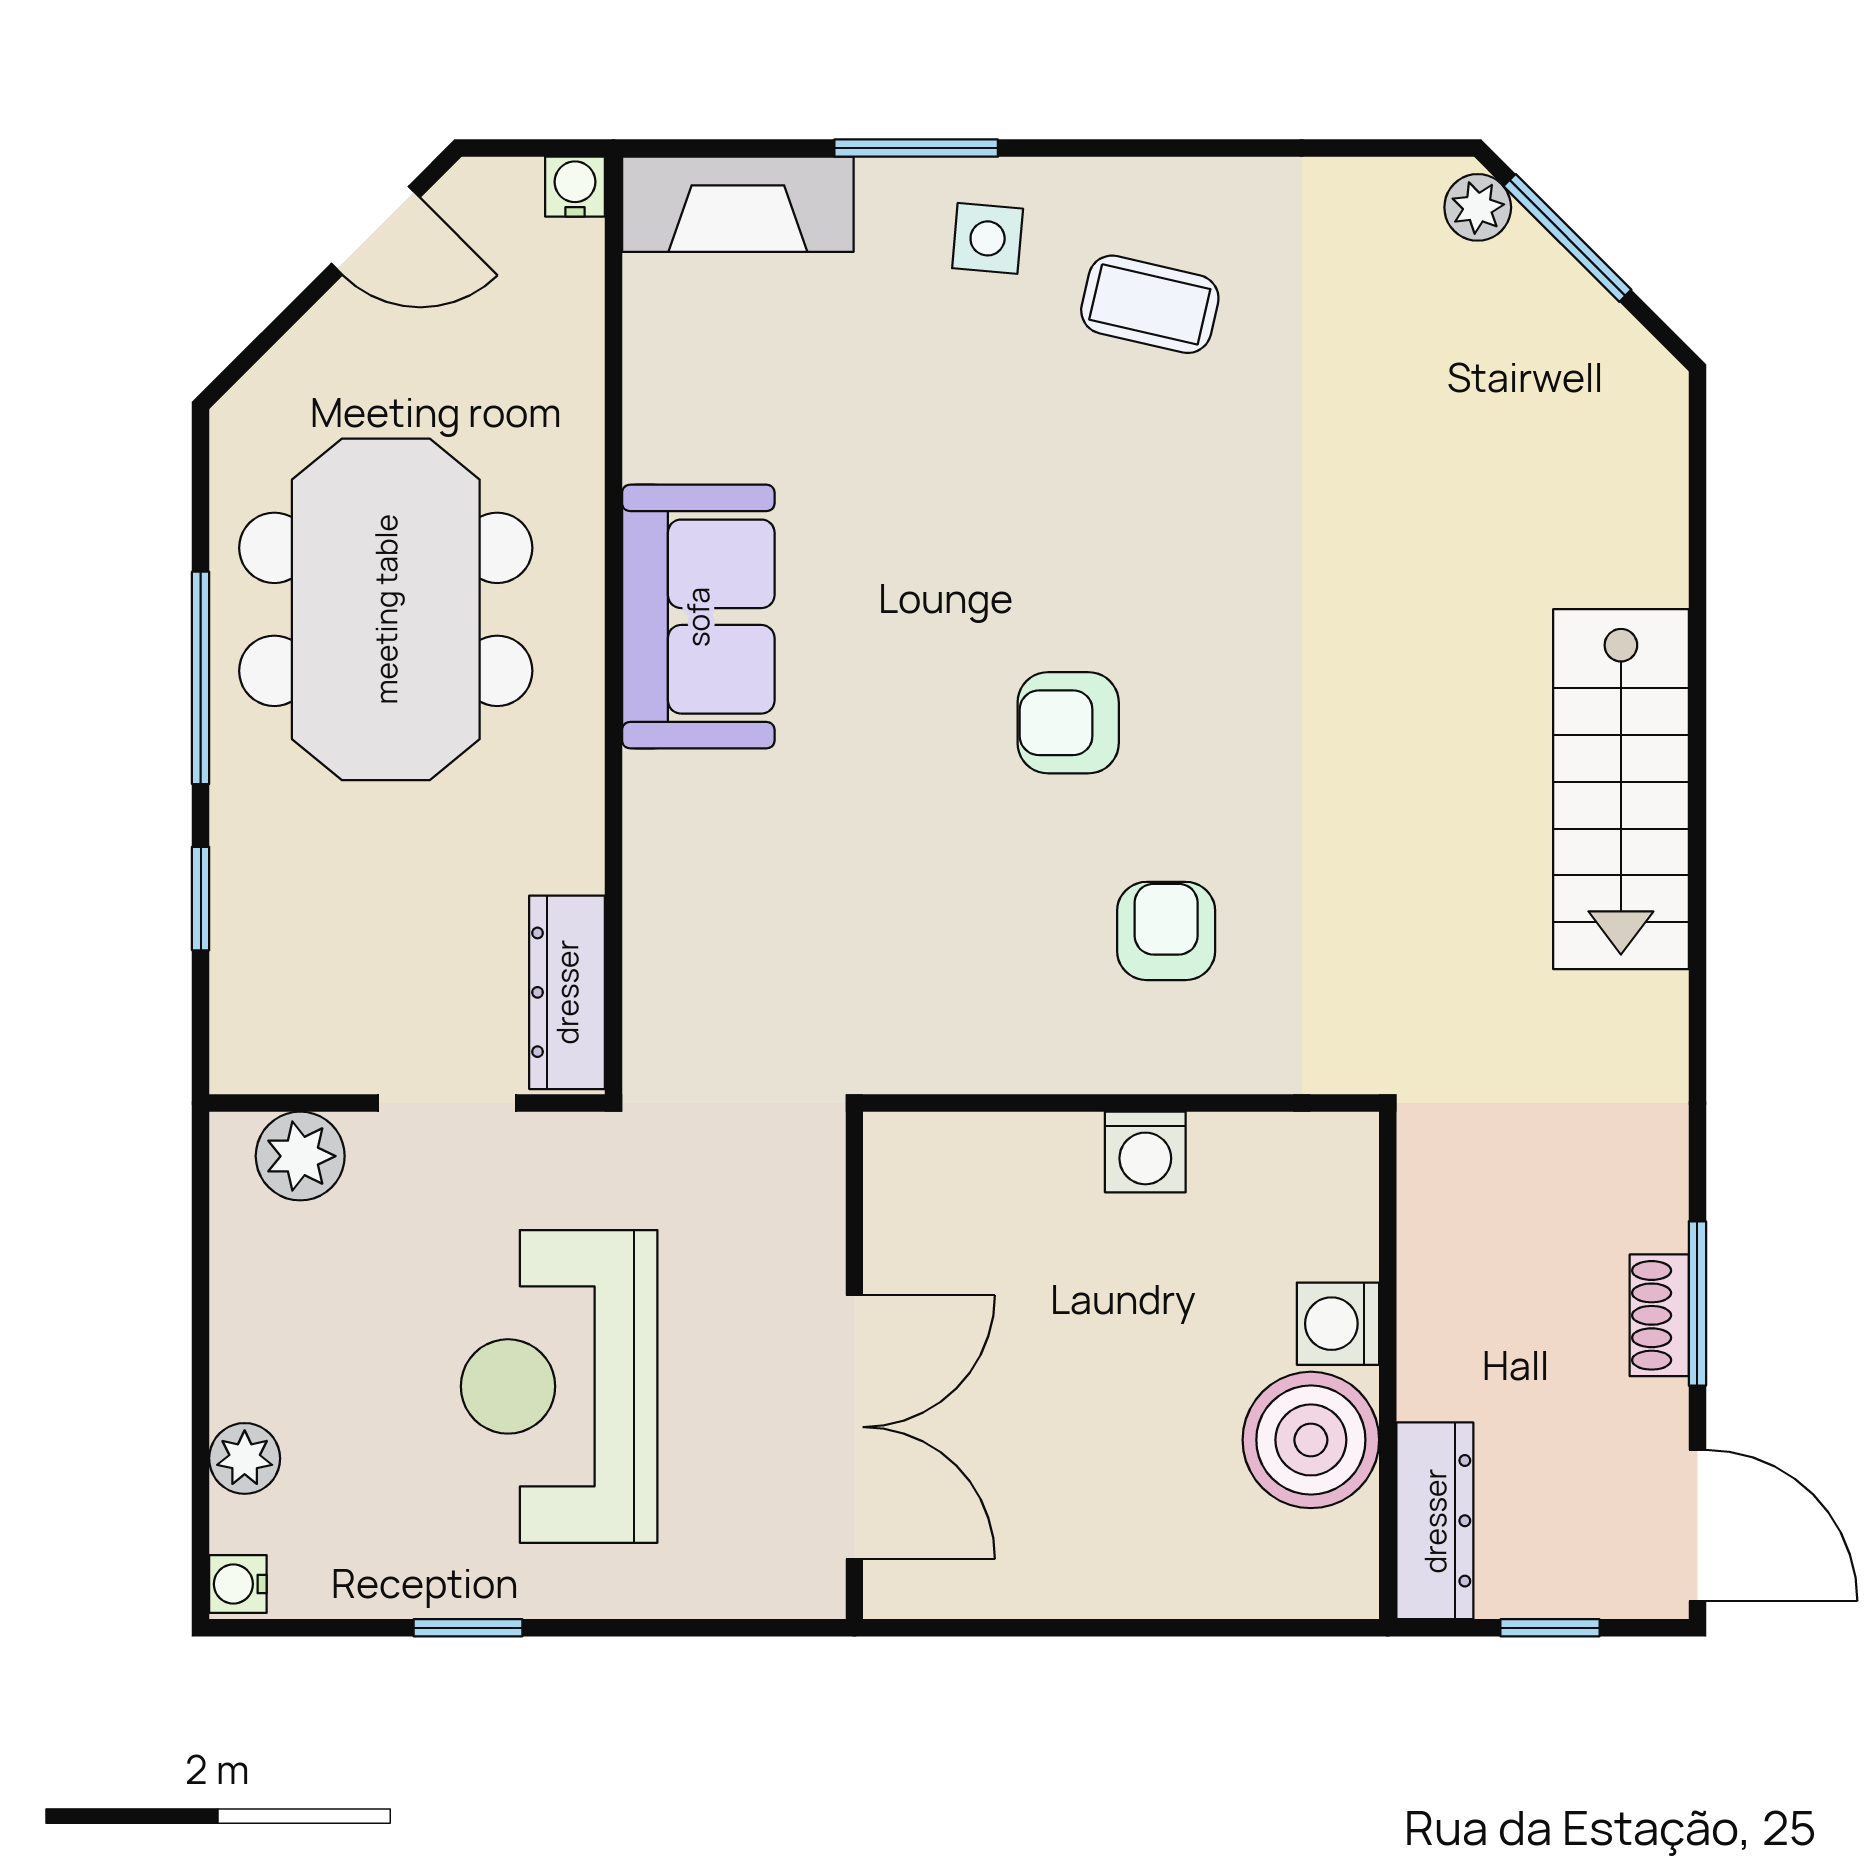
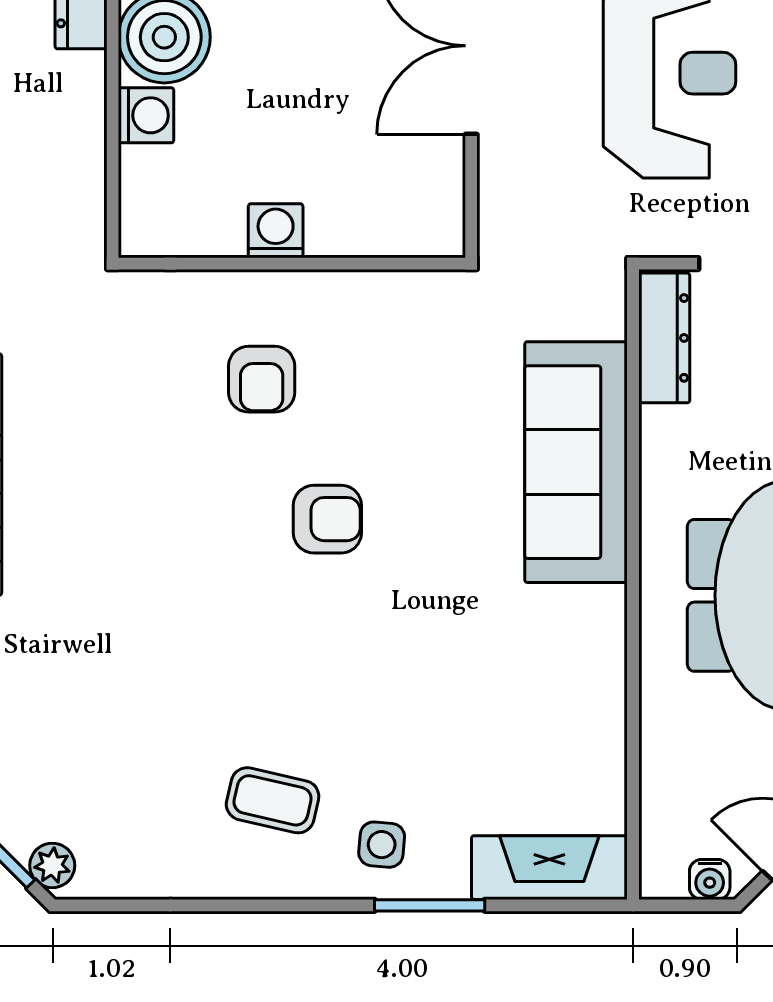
water cooler: (575, 187) -> (710, 879), moved
sofa: (698, 617) -> (576, 462), moved, width x1.36

